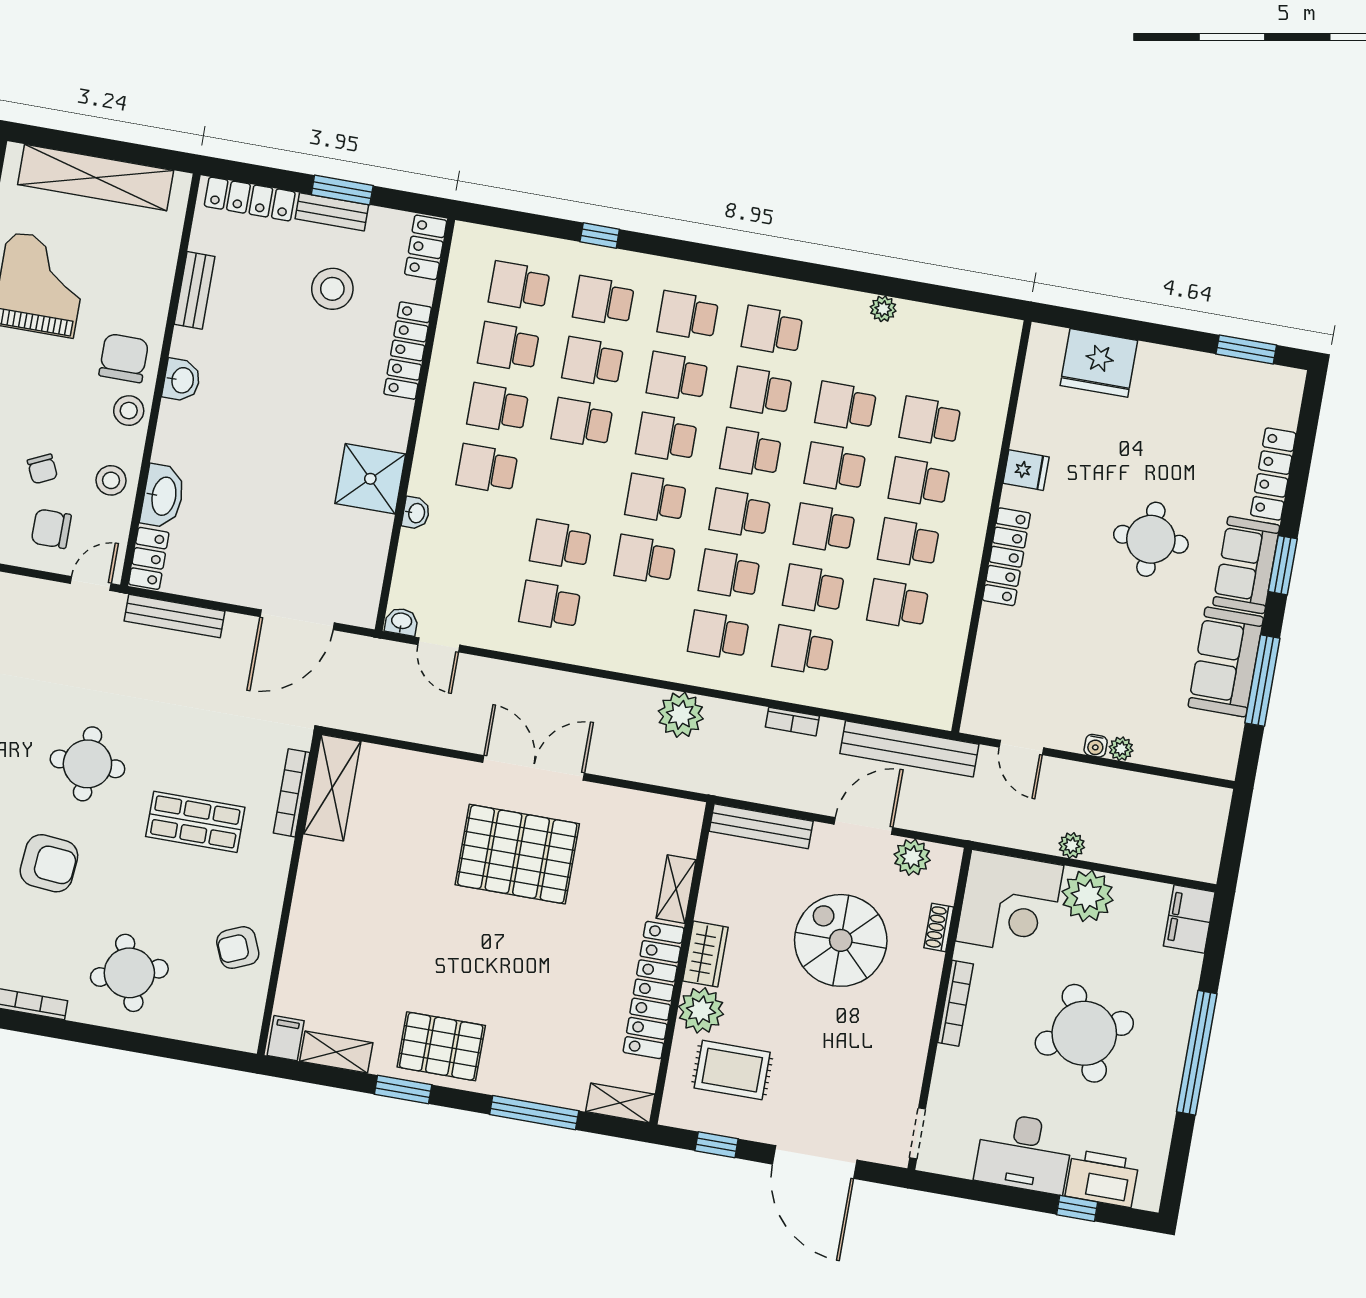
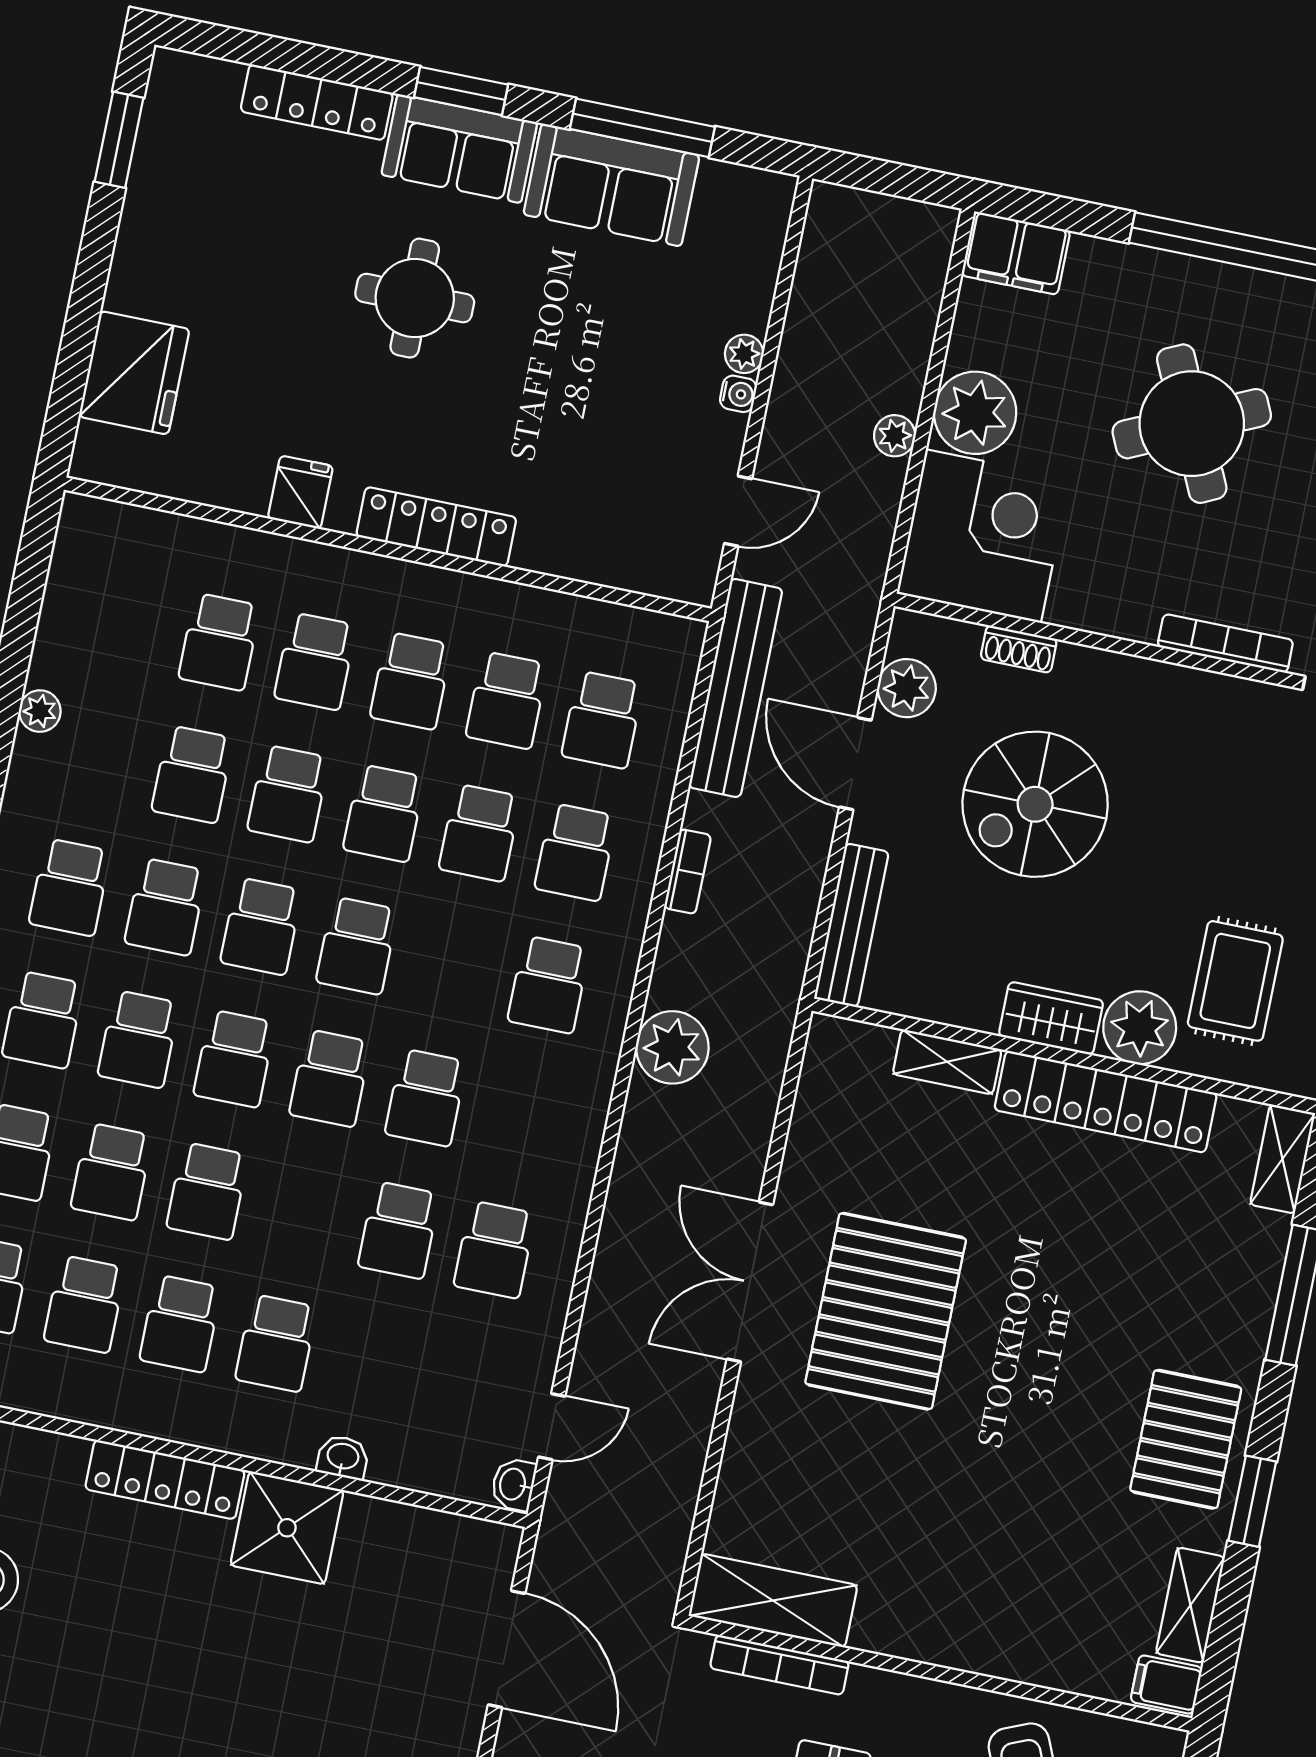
locker: (408, 351) -> (165, 1480), moved
school desk: (729, 574) -> (602, 720), moved
bookcase: (955, 1003) -> (1225, 643), moved

